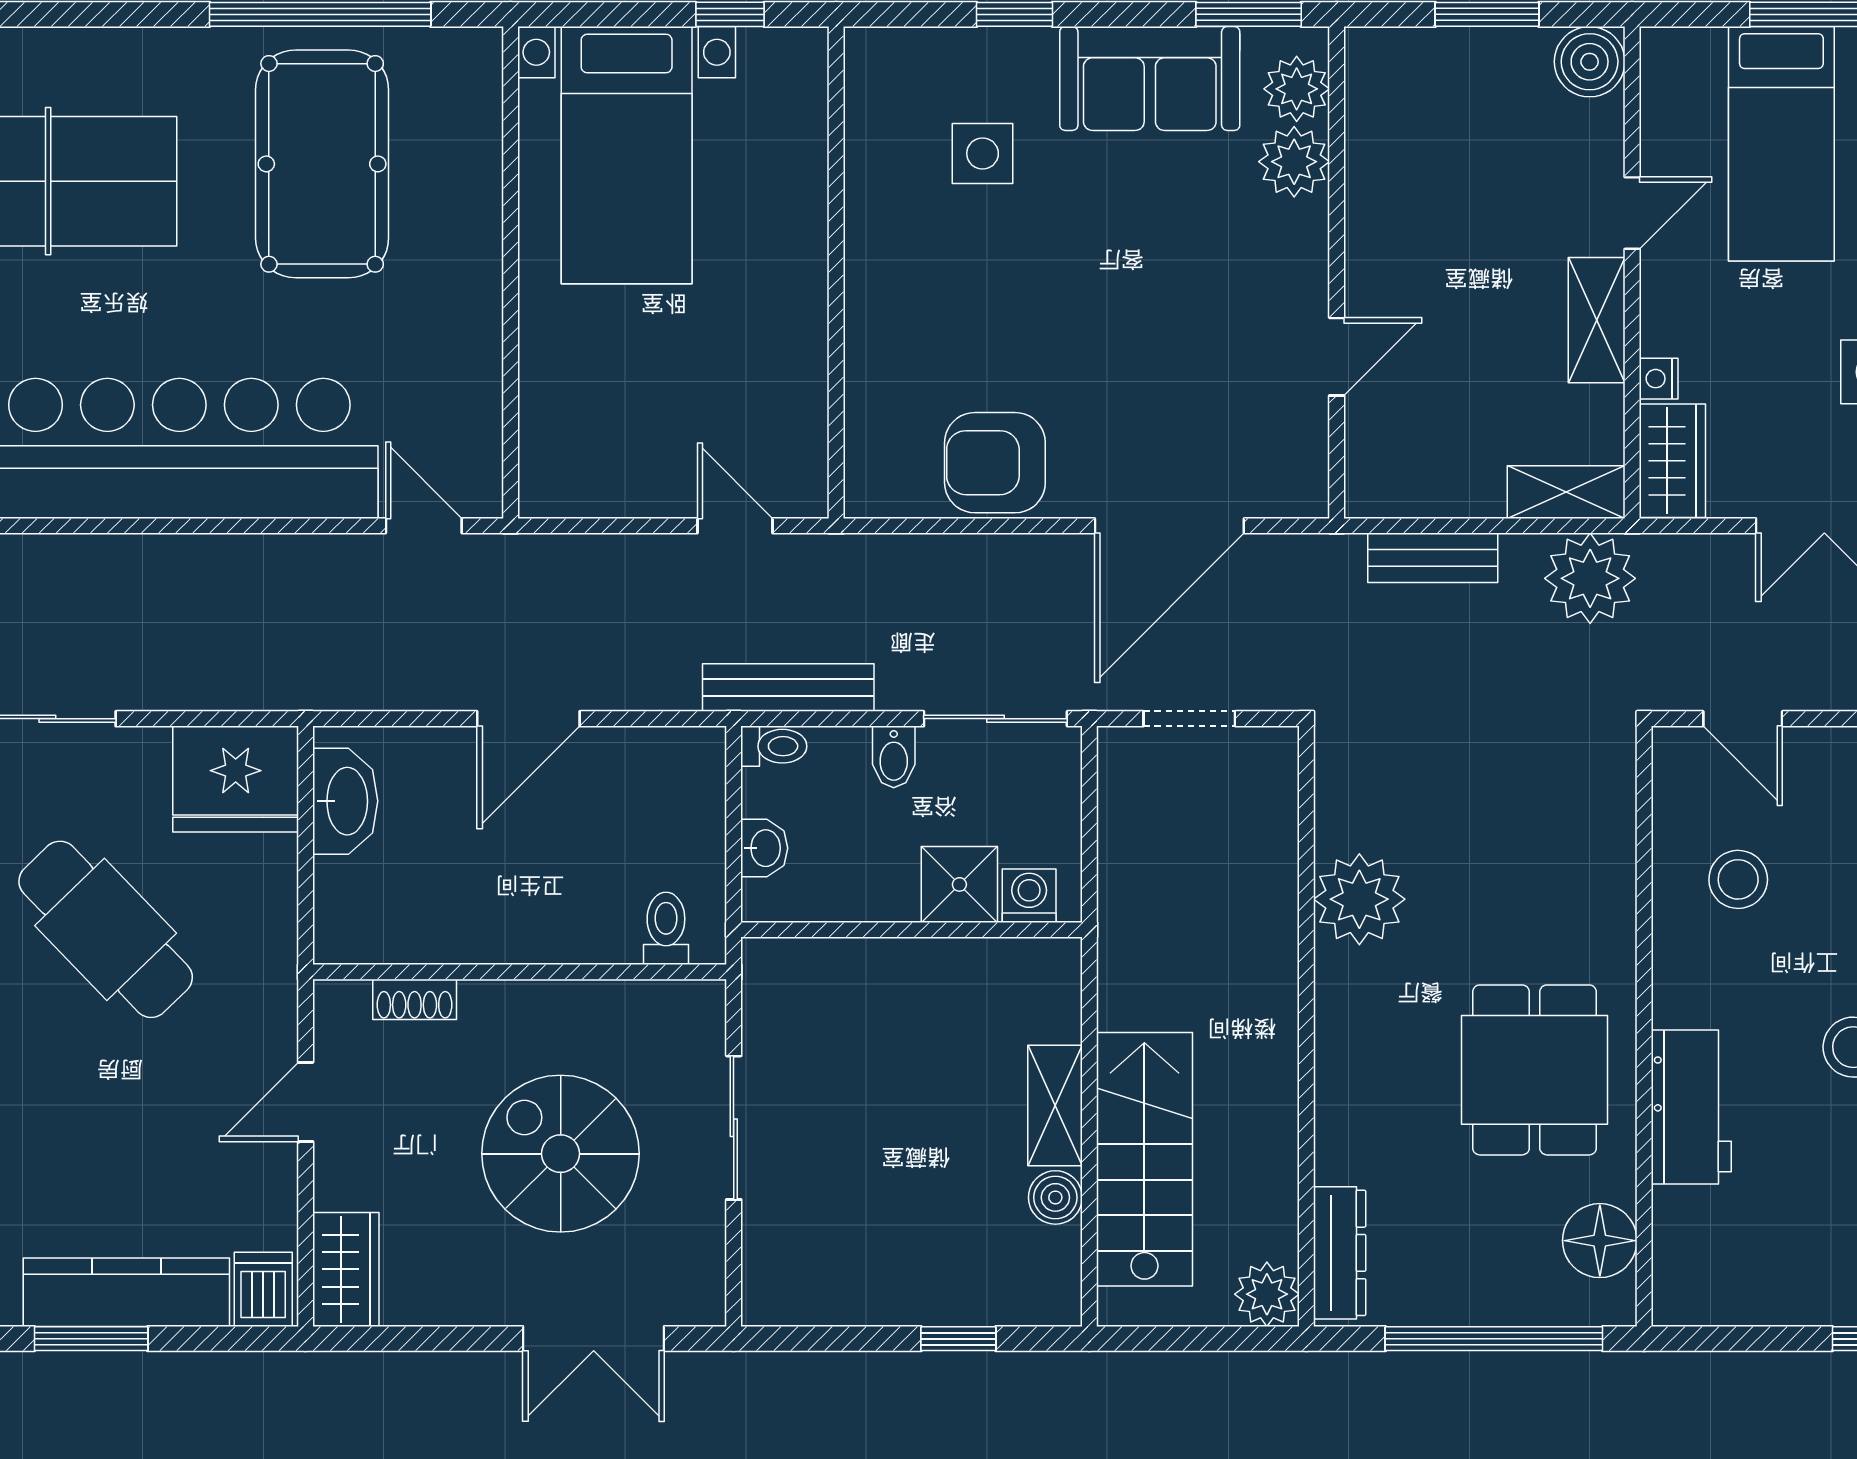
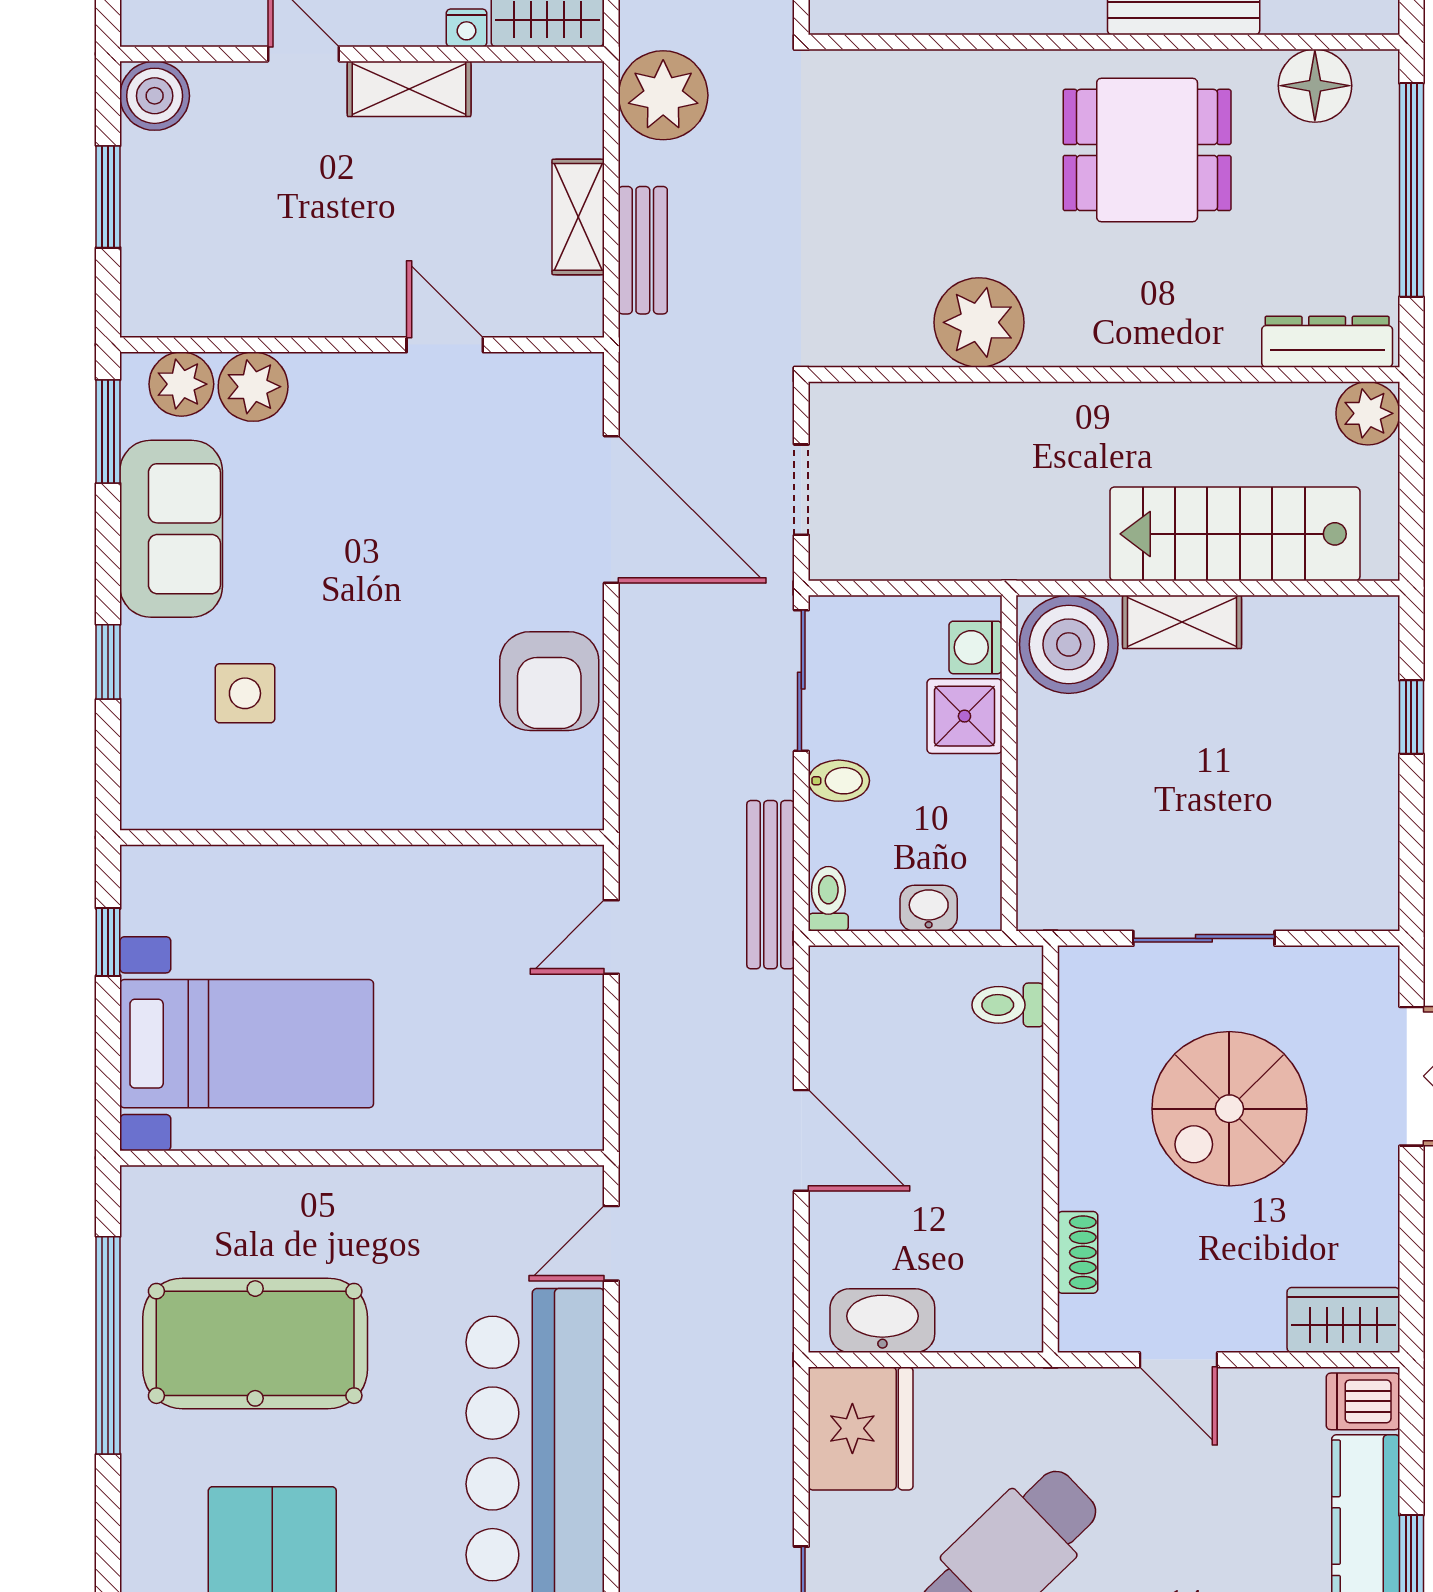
shelving: (1566, 492) -> (578, 217), moved
boiler: (1055, 1197) -> (1069, 644), moved, width x1.86, depth x1.86

